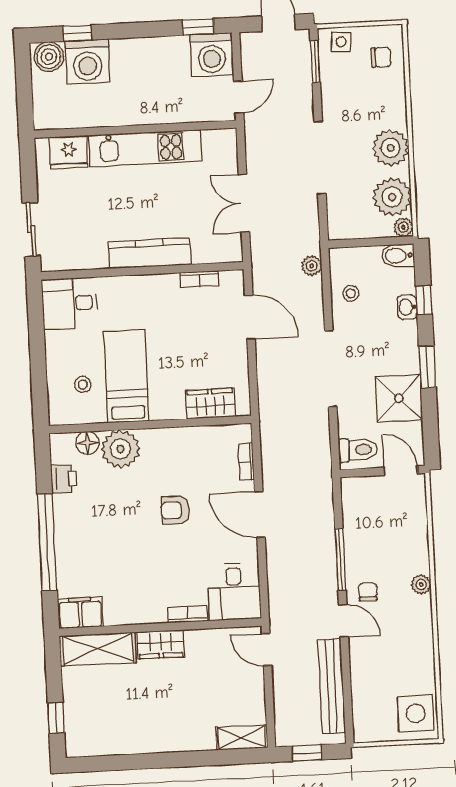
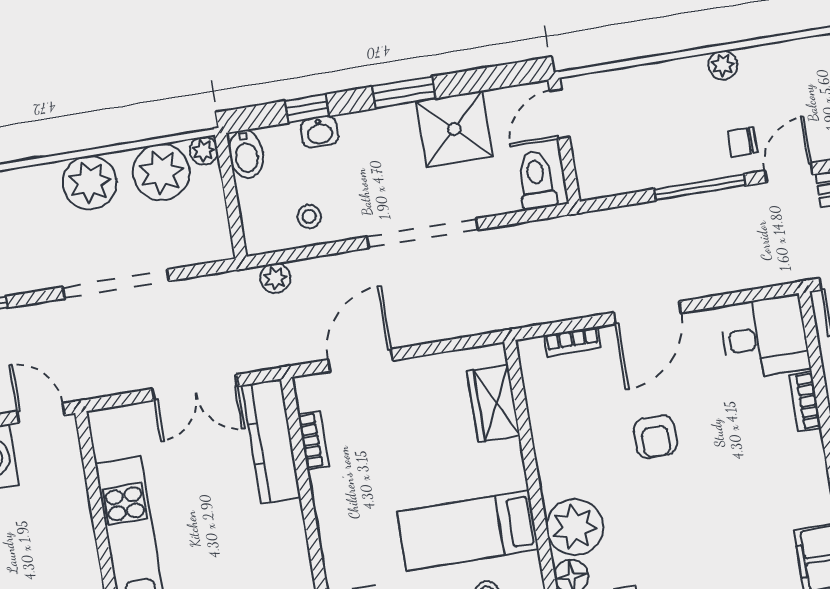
kitchen counter: (149, 253) -> (271, 441), moved

